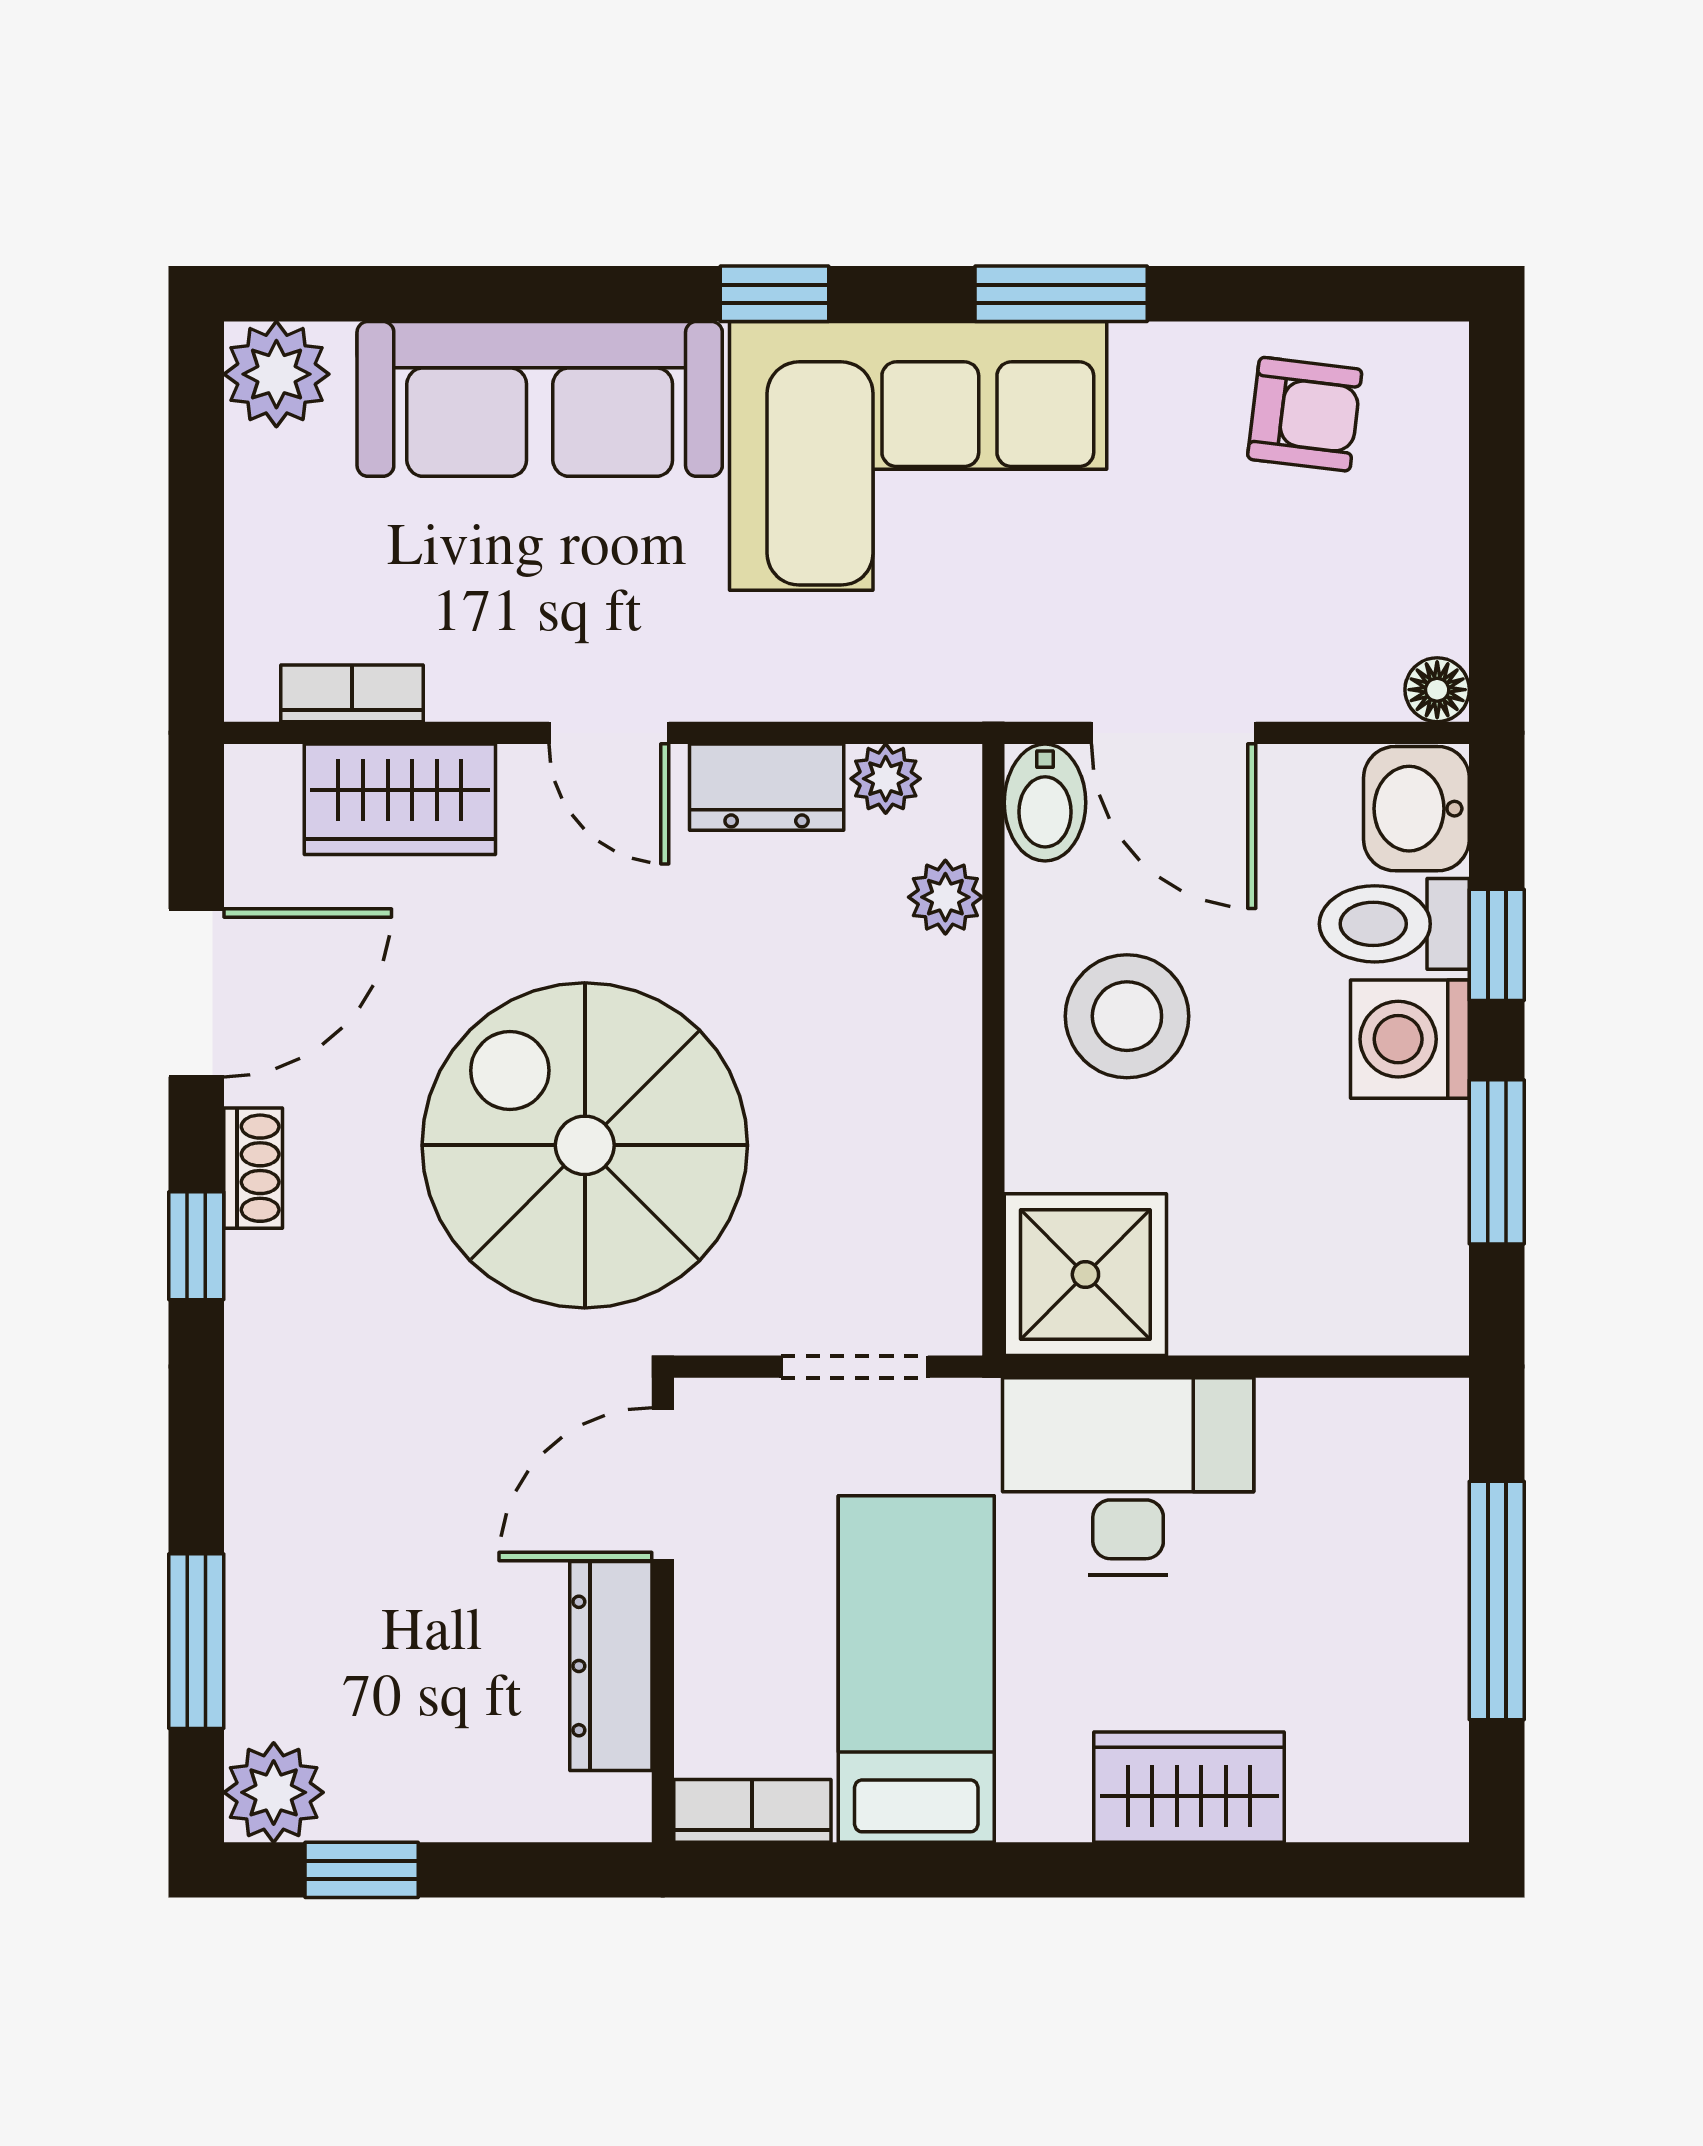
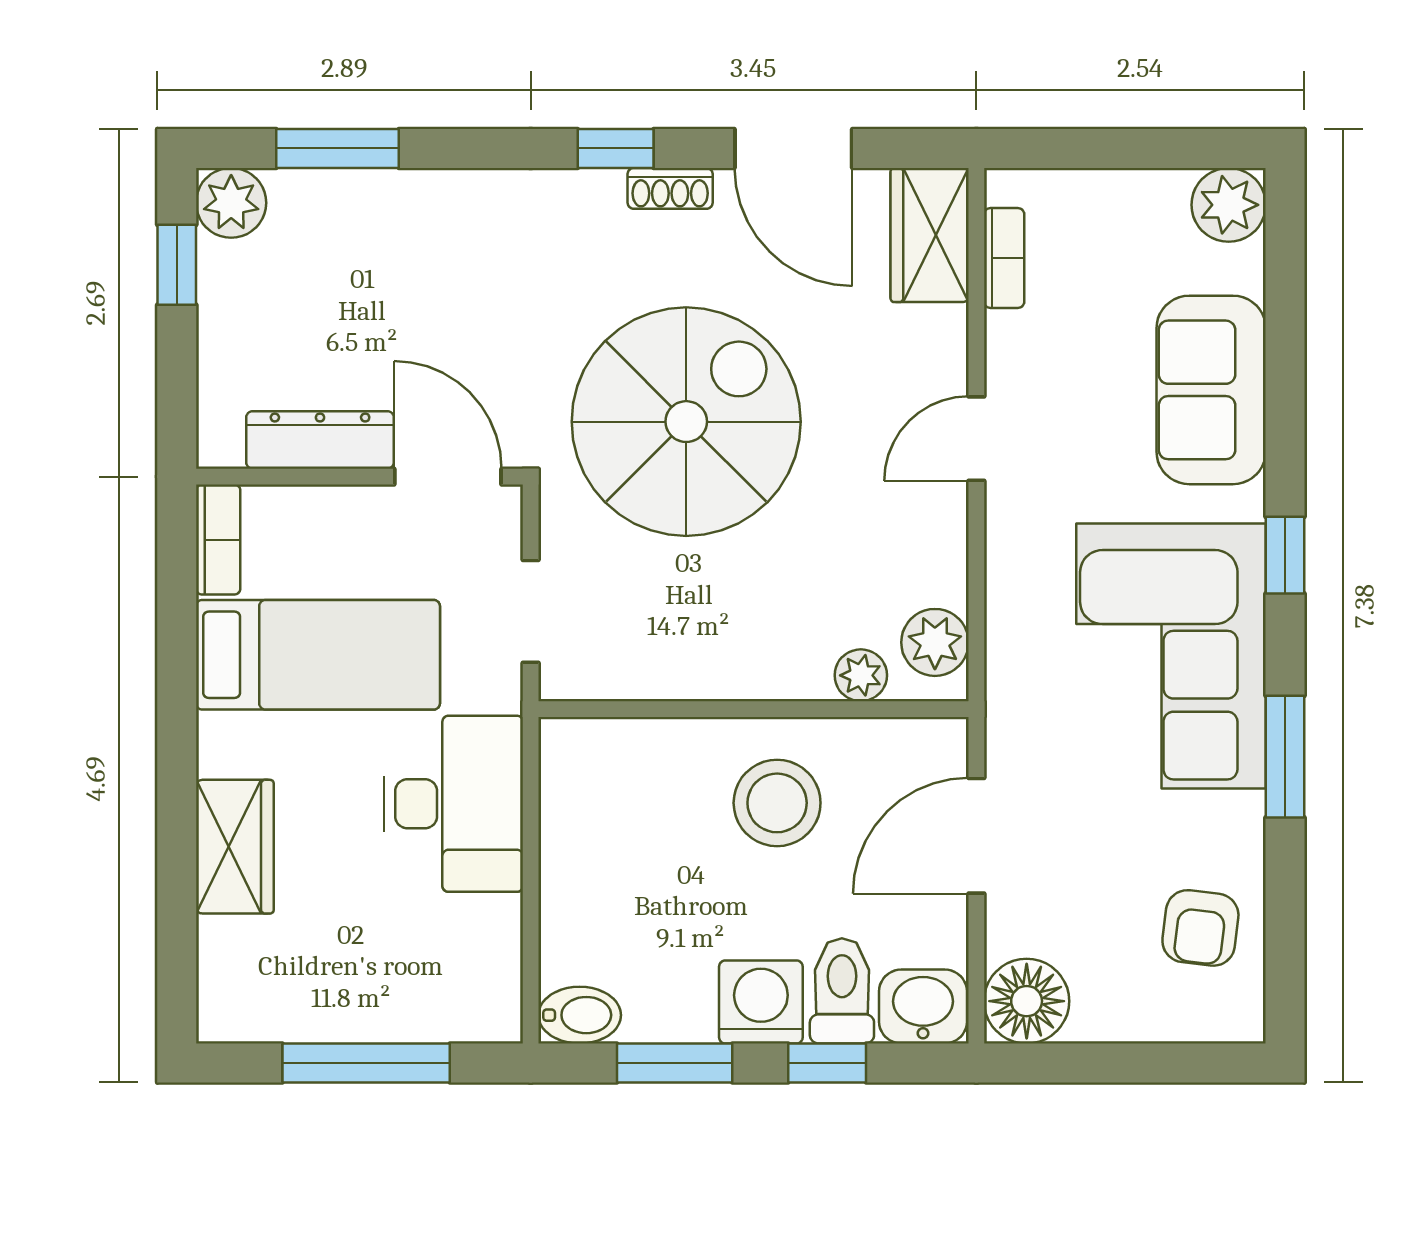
sofa: (540, 399) -> (1211, 390), width x0.73
floor lamp: (1437, 690) -> (1027, 1001), width x1.89, depth x1.89
plant: (886, 779) -> (935, 642), width x1.38, depth x1.38
dresser: (767, 787) -> (938, 549), removed
wardrobe: (400, 799) -> (930, 235), moved
bidet: (1045, 803) -> (580, 1015), moved, turned 180
shower: (1085, 1275) -> (595, 774), removed

